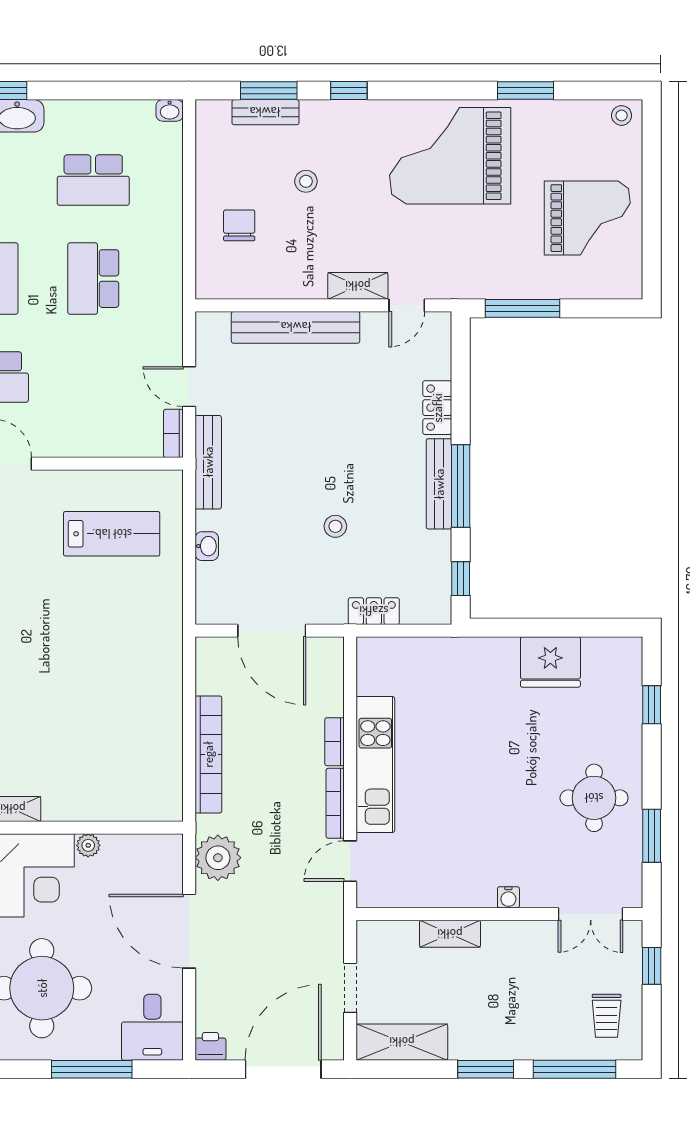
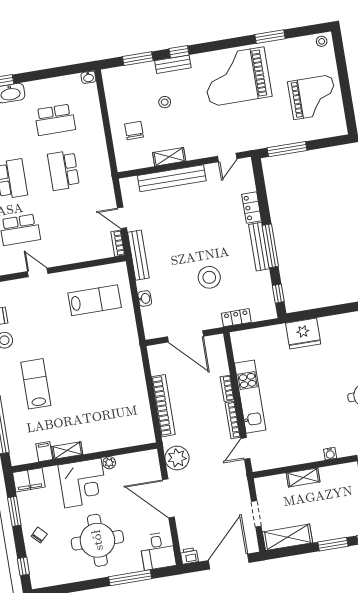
bench: (265, 112) -> (173, 64), moved
shelving: (358, 286) -> (169, 157), moved
stool: (335, 526) -> (209, 277), width x1.89, depth x1.89
fridge: (550, 662) -> (303, 334), moved

